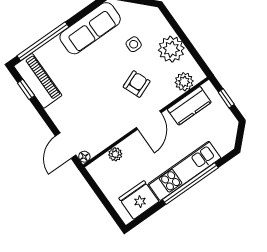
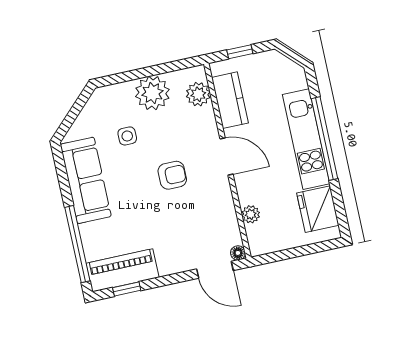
armchair: (137, 84) -> (172, 175), moved, turned 112

